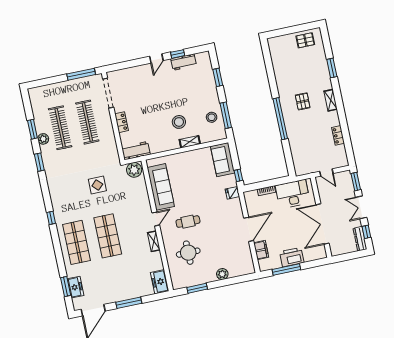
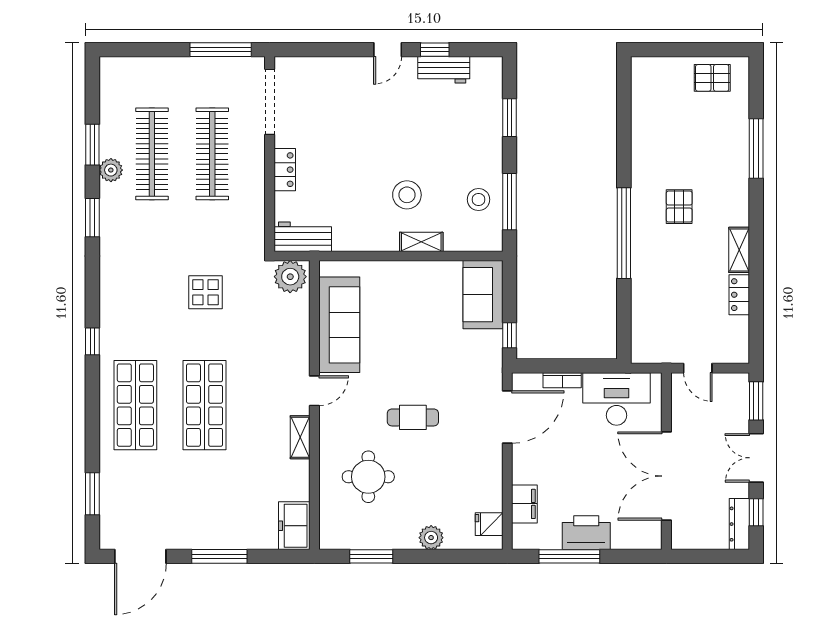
window: (332, 68) -> (756, 149), width x1.44
shelving: (331, 100) -> (739, 250), moved
fridge: (232, 193) -> (489, 524), moved
cafe table: (188, 222) -> (413, 417), moved
door: (249, 229) -> (507, 417), moved
freezer: (75, 287) -> (113, 500), removed

